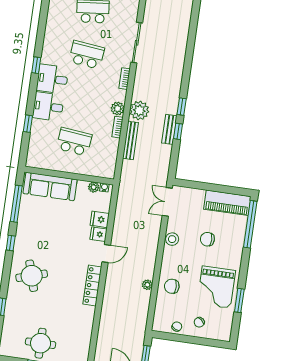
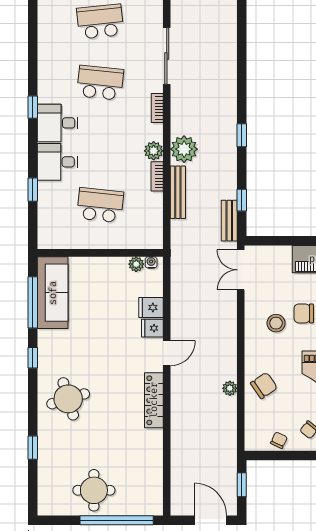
bench: (169, 129) -> (229, 221), moved
window: (178, 131) -> (242, 200), moved
sofa: (50, 186) -> (53, 293), moved, turned -90
stool: (172, 239) -> (276, 323), moved
chair: (172, 286) -> (264, 385), turned 146

